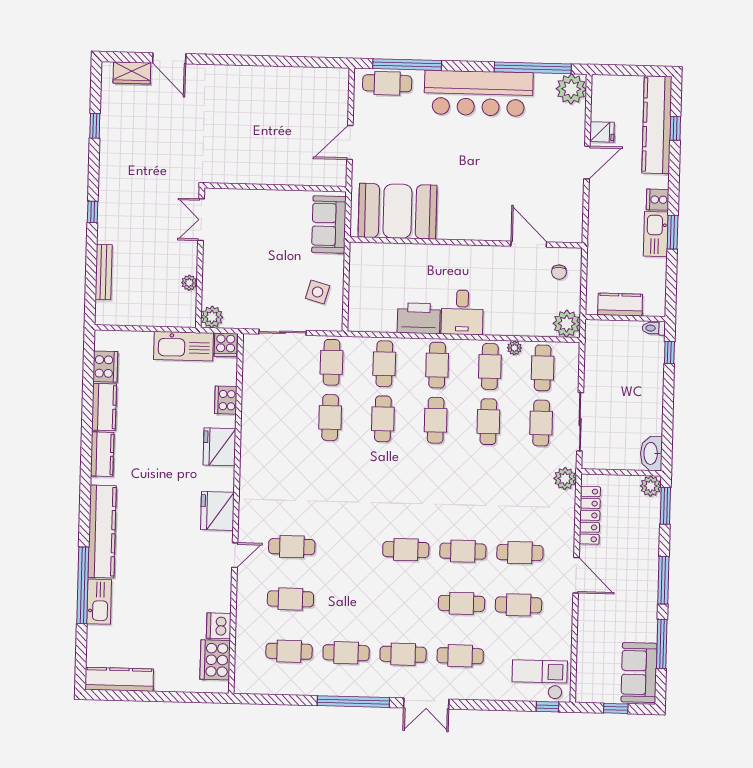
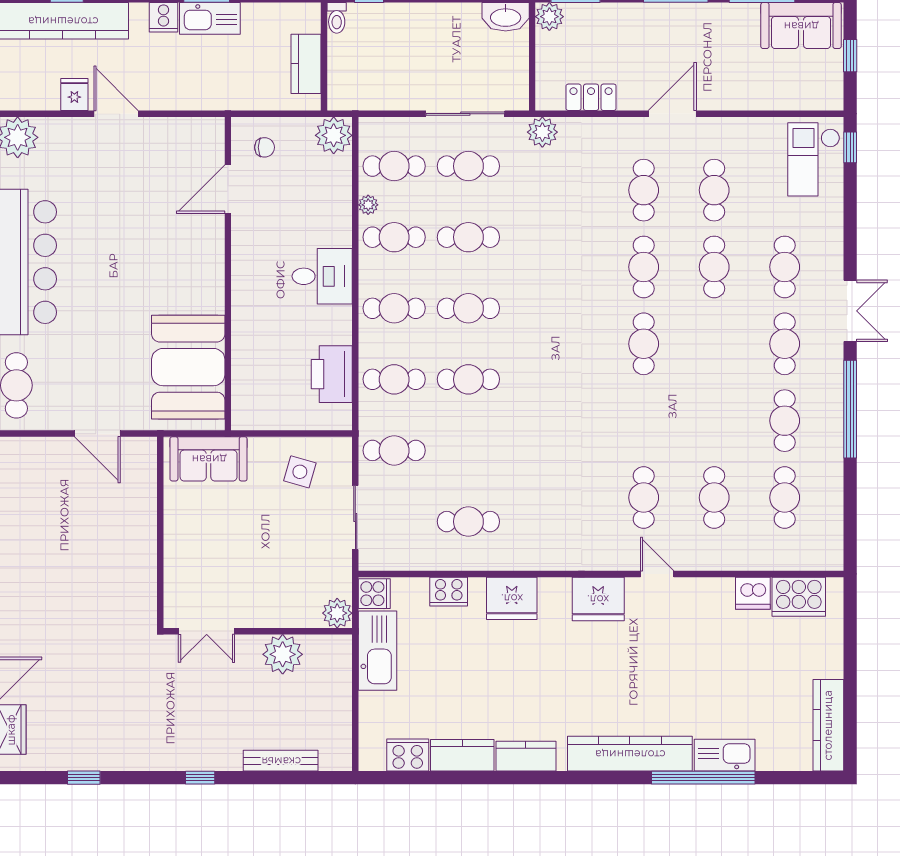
plant: (189, 283) -> (283, 654), width x1.88, depth x1.88
printer: (419, 318) -> (332, 374), moved
cafe table: (330, 417) -> (468, 522), moved
locker: (590, 515) -> (591, 97), width x0.66

